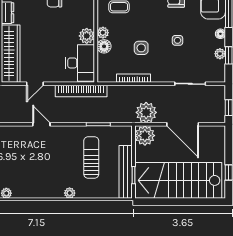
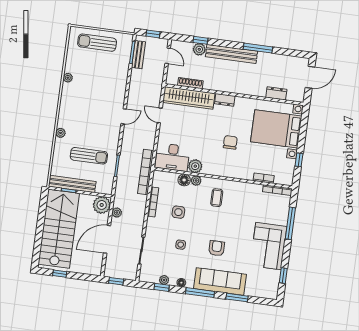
bookcase: (81, 91) -> (146, 172), moved
plant: (146, 112) -> (117, 213), width x0.53, depth x0.53

